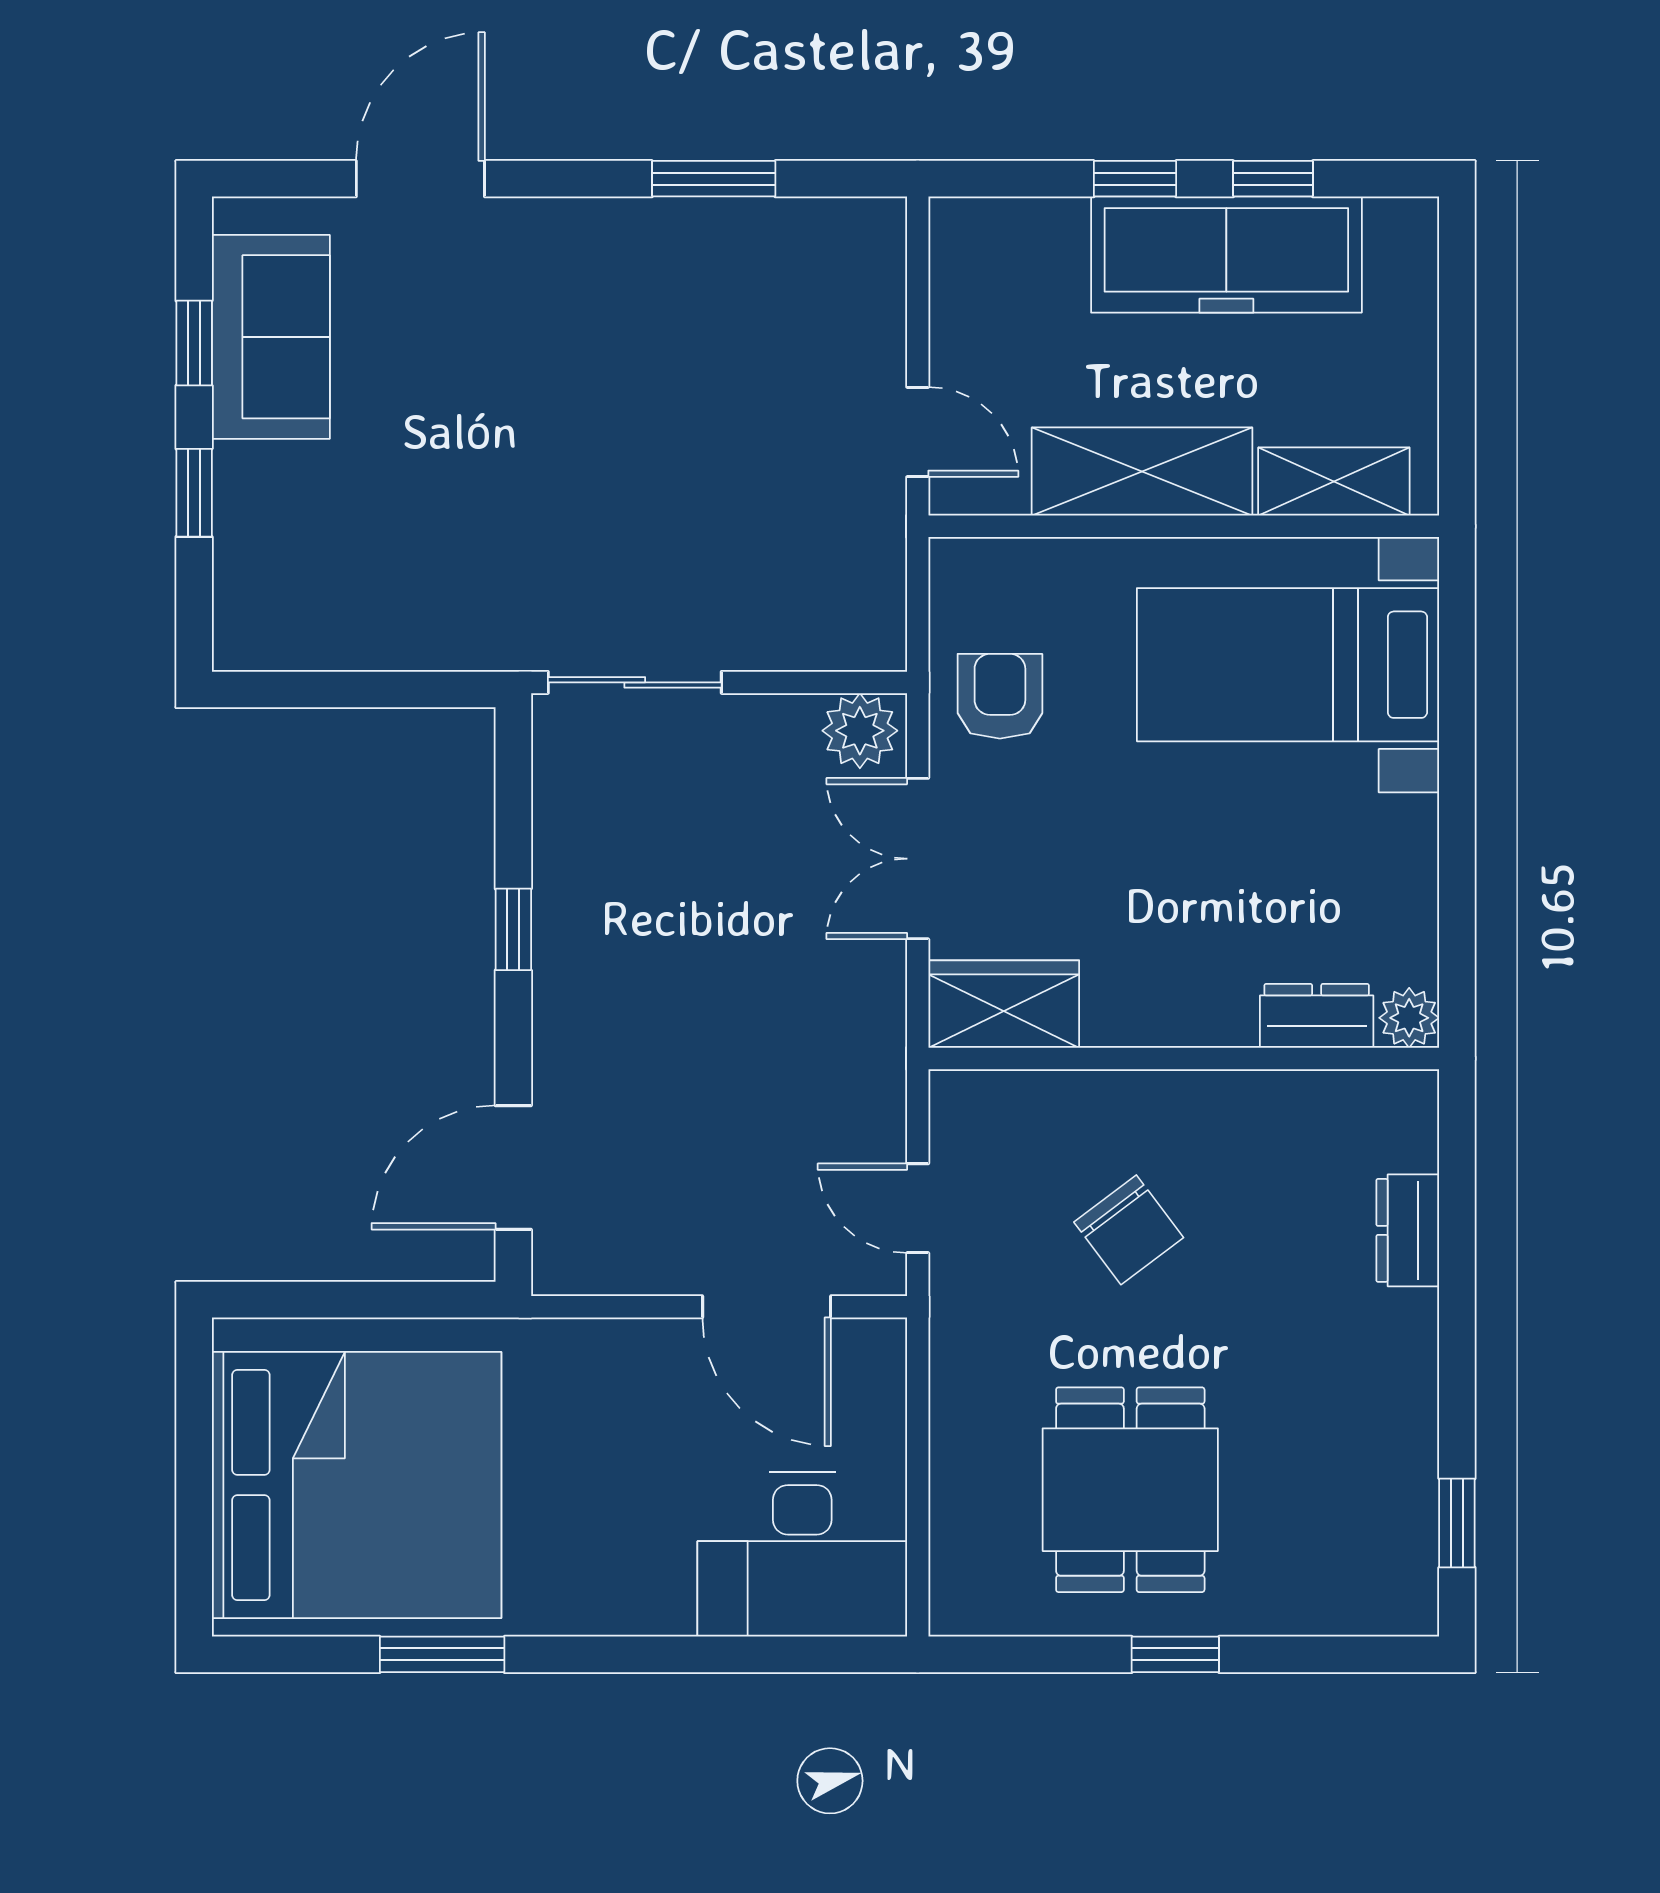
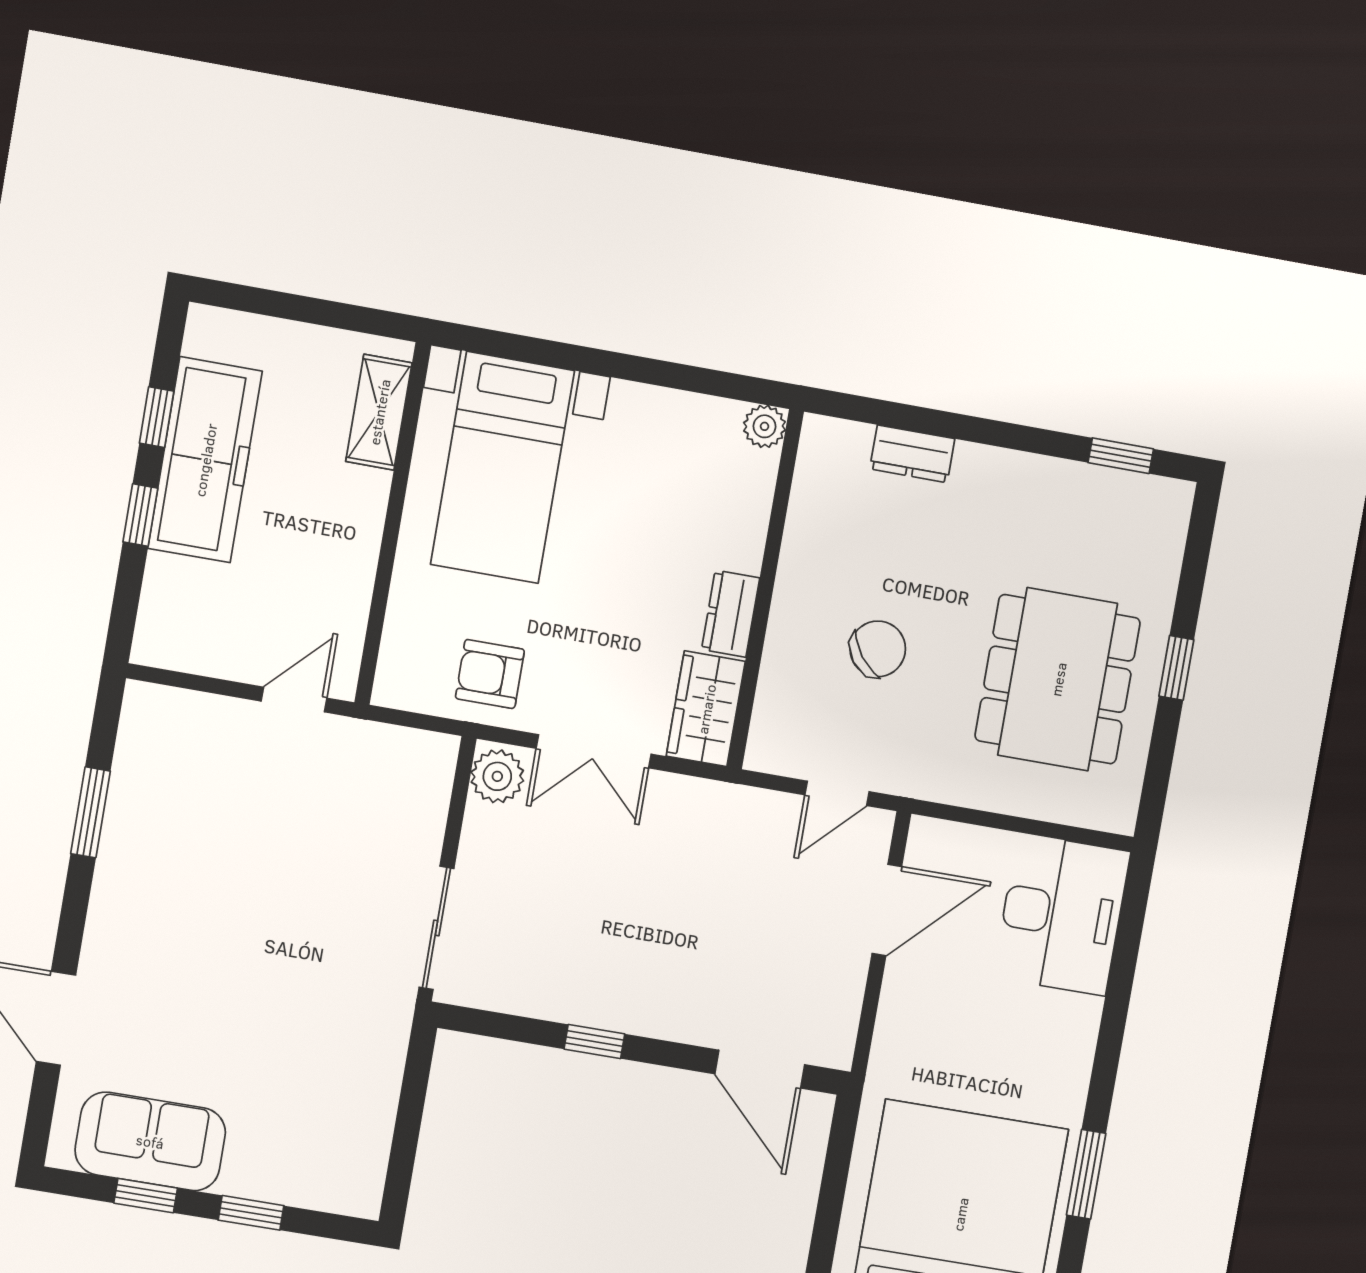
shelving: (1142, 472) -> (349, 546), removed
dresser: (1317, 1016) -> (731, 614), moved
dining table: (1130, 1490) -> (1058, 679), width x1.38

